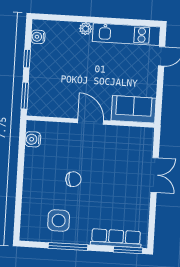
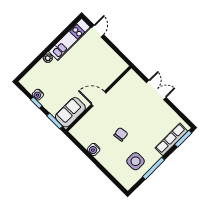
water cooler: (38, 37) -> (38, 95), moved
sofa: (134, 109) -> (70, 112), moved
water cooler: (33, 139) -> (94, 149), moved

